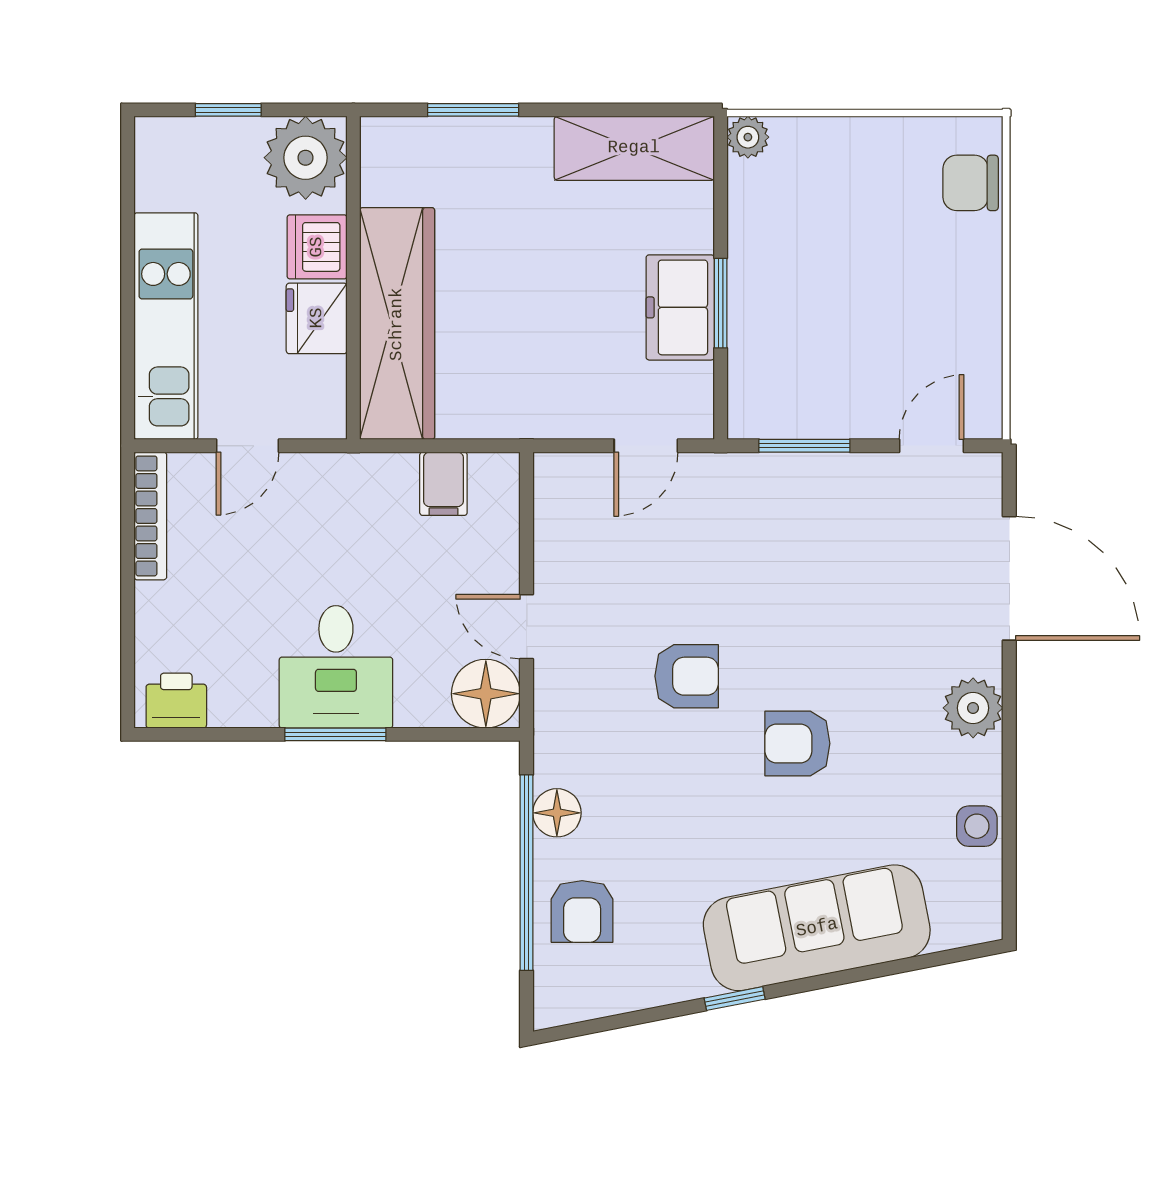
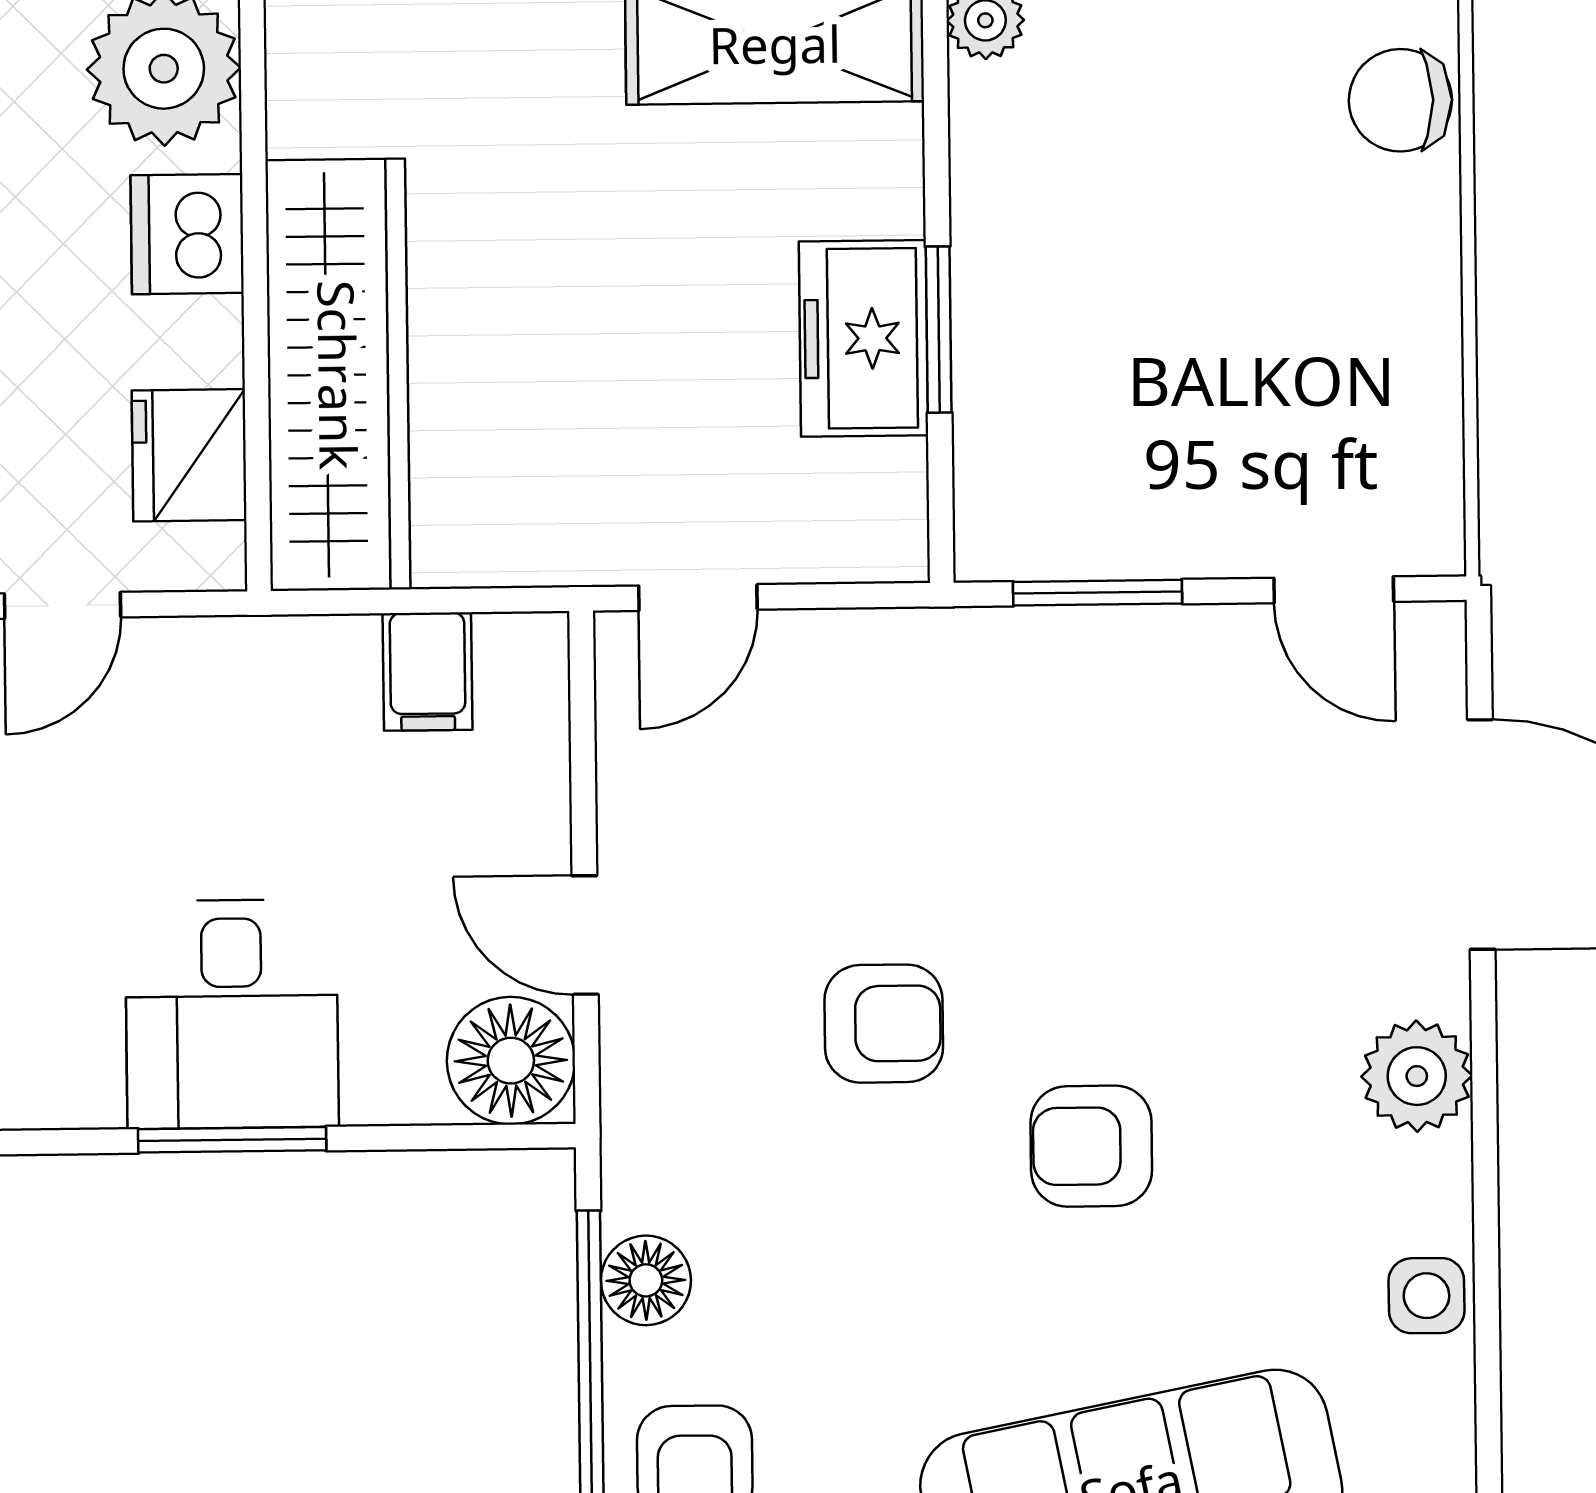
fridge: (317, 318) -> (189, 455), moved
door: (646, 446) -> (698, 598), moved
door: (932, 446) -> (1334, 590), swing flipped

